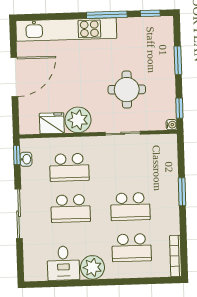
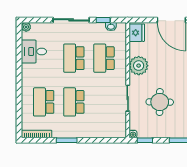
fridge: (52, 123) -> (137, 33), moved
window: (17, 155) -> (103, 20), moved
window: (182, 192) -> (67, 140), moved
plant: (92, 267) -> (26, 27), moved, width x0.53, depth x0.53

